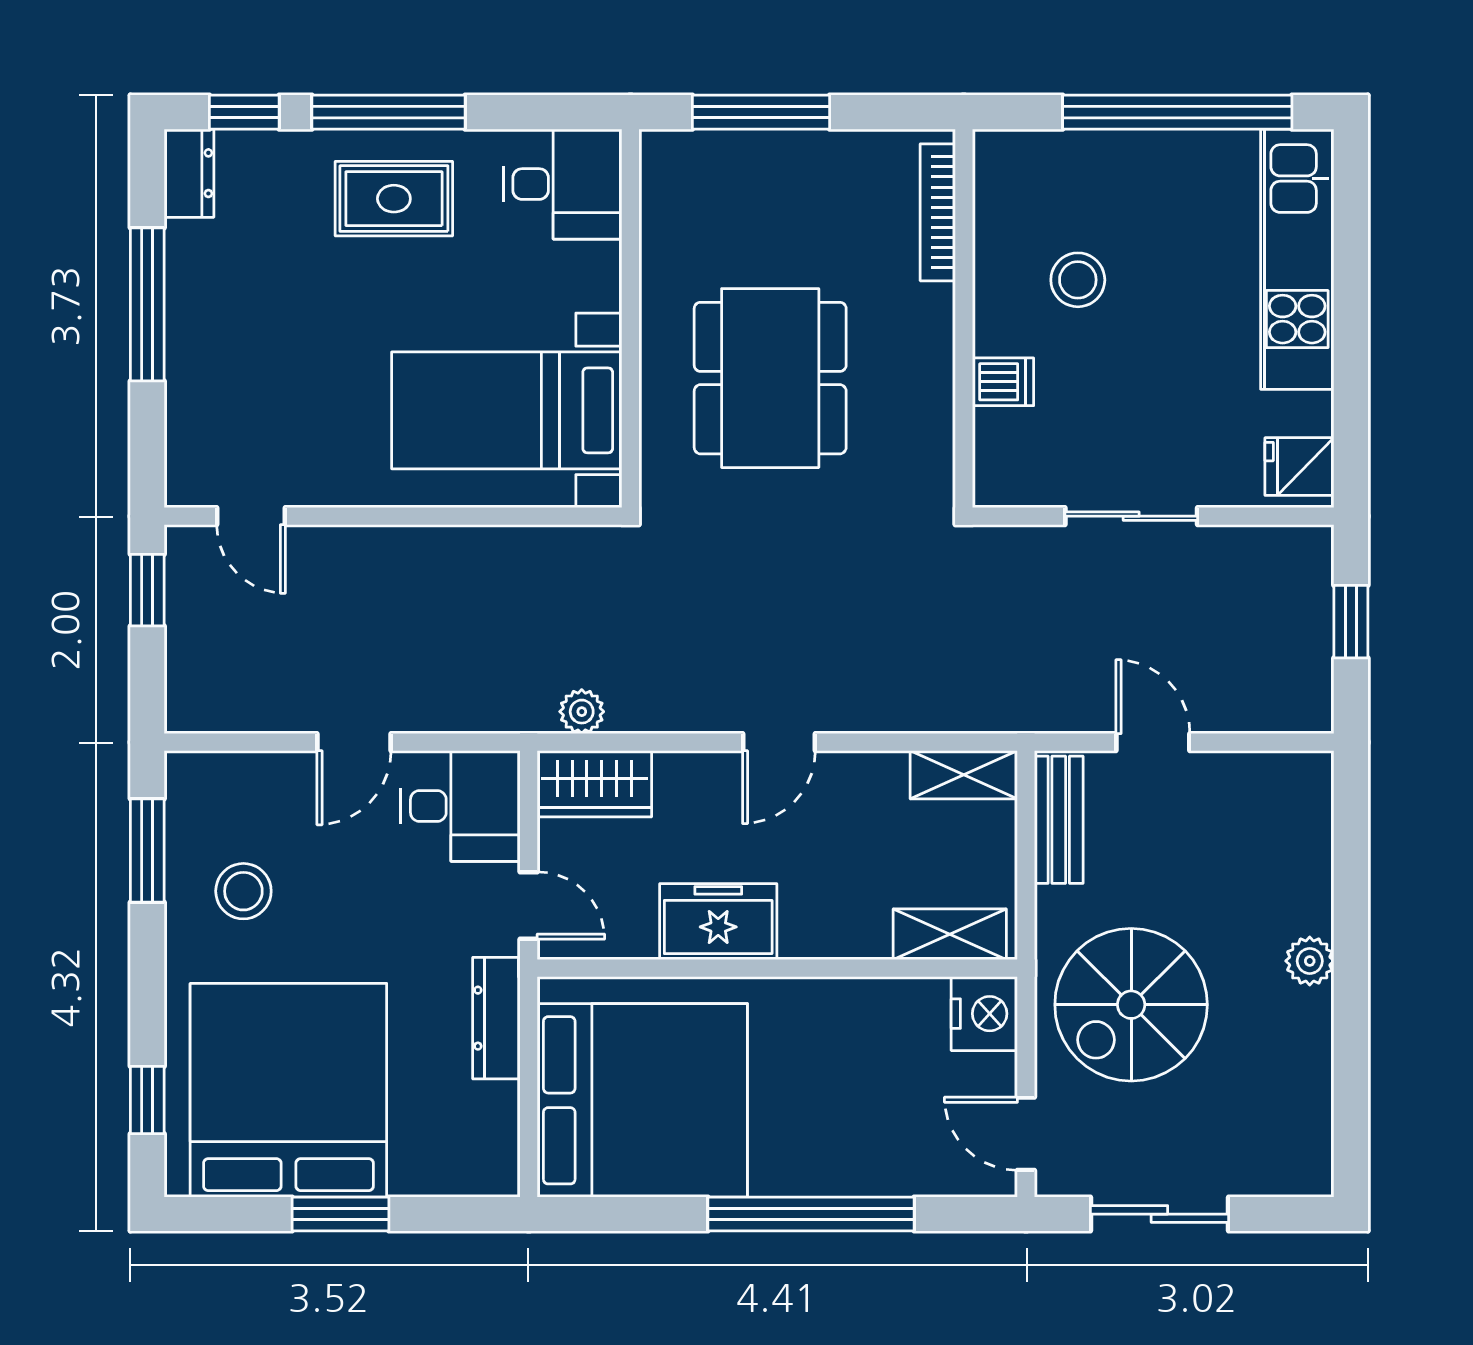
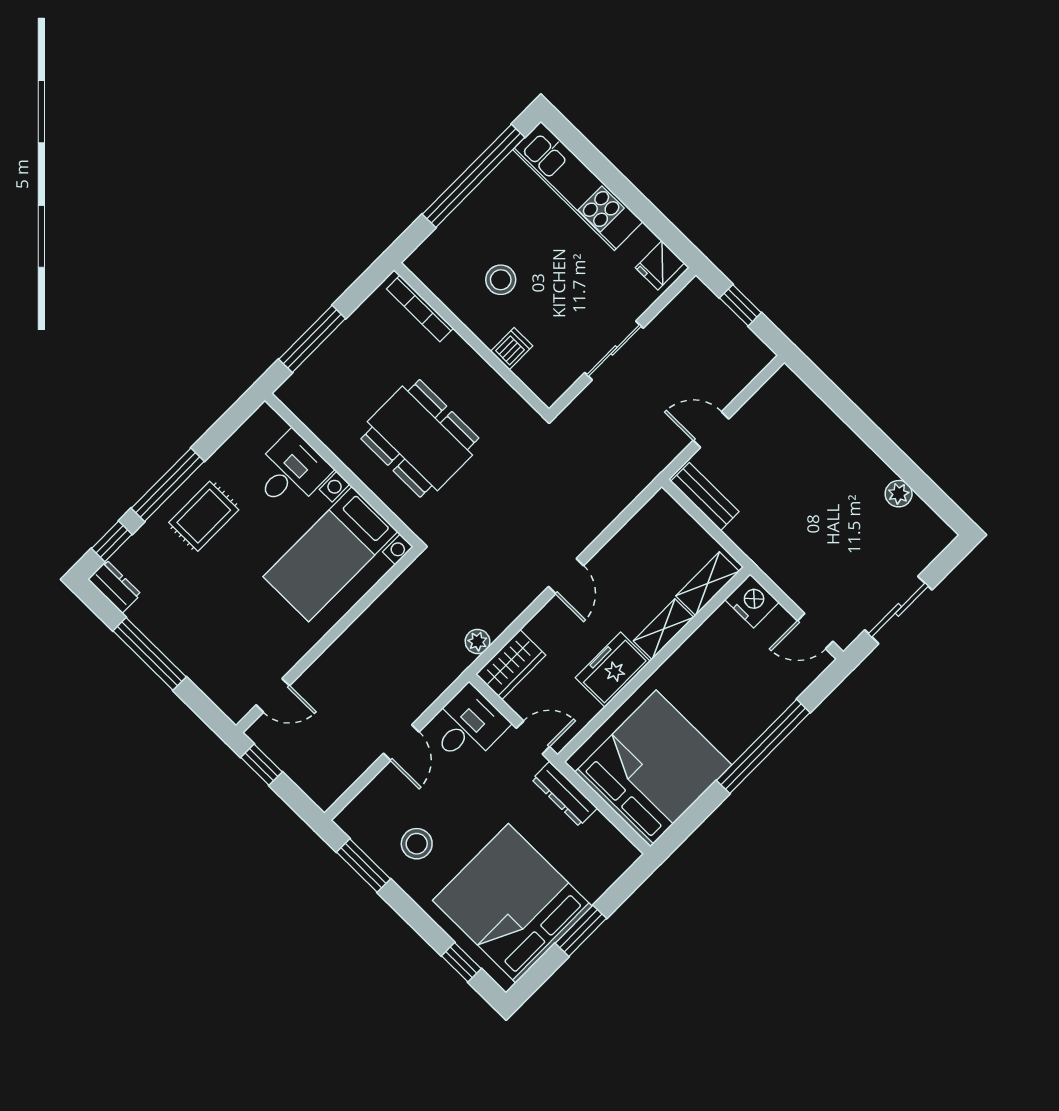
desk: (563, 184) -> (291, 471), moved
shelving: (964, 775) -> (663, 629), moved
plant: (1310, 961) -> (899, 494), moved
spiral stairs: (1131, 1005) -> (805, 540), removed

